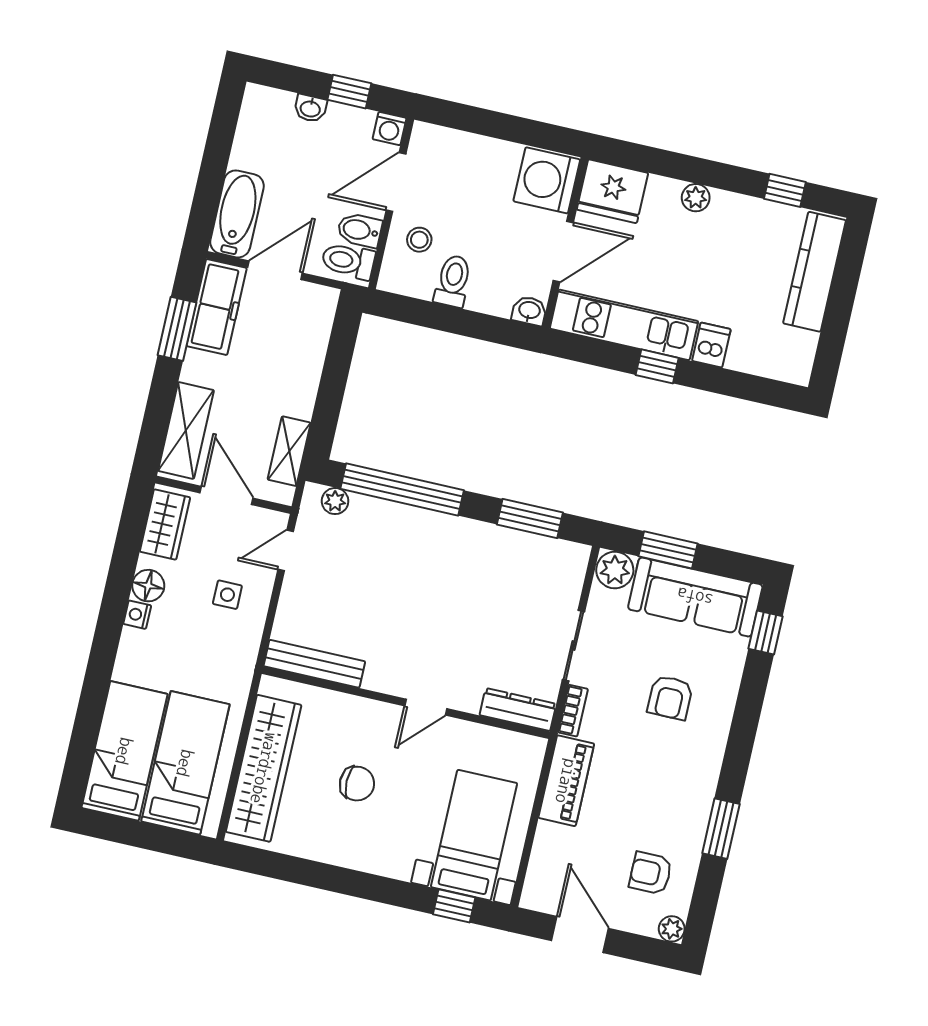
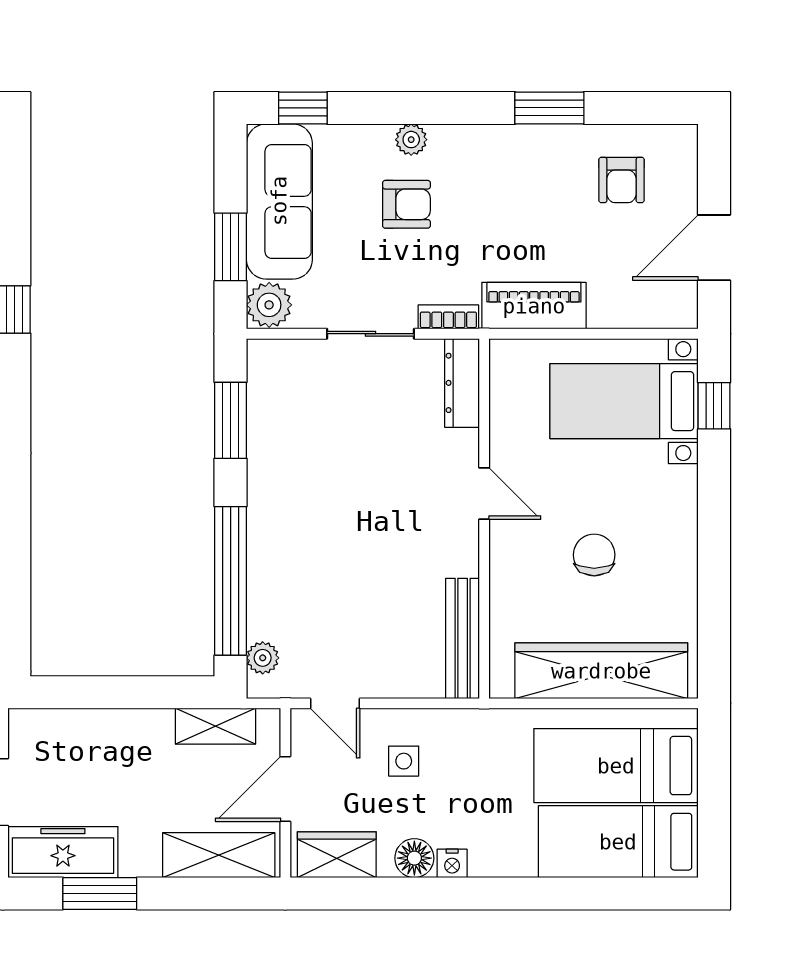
plant: (672, 929) -> (411, 140), moved

